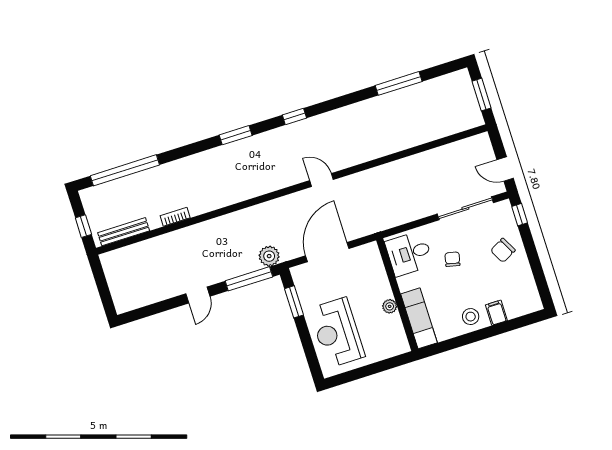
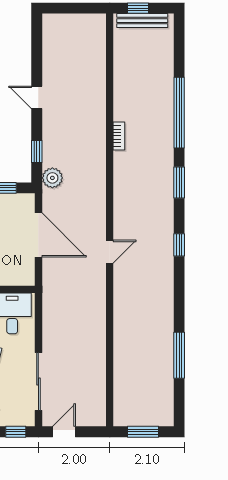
window: (125, 170) -> (179, 113), moved
bookcase: (175, 217) -> (119, 136), moved
bench: (124, 232) -> (142, 21), moved, turned 90
window: (249, 279) -> (37, 151), width x0.46

